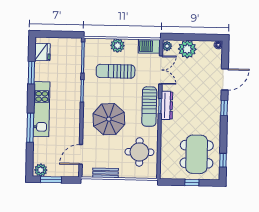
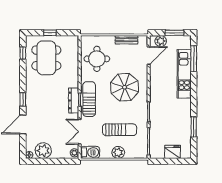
plant: (187, 49) -> (43, 151), moved
fridge: (42, 52) -> (173, 152), moved, turned 90
kitchen unit: (41, 109) -> (184, 74), moved
window: (30, 128) -> (194, 59), moved
plant: (41, 170) -> (161, 41), moved

